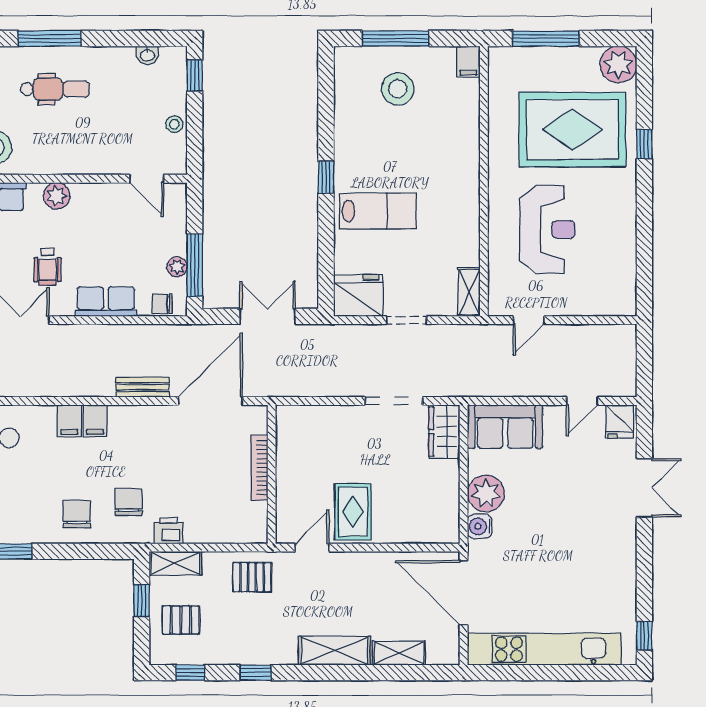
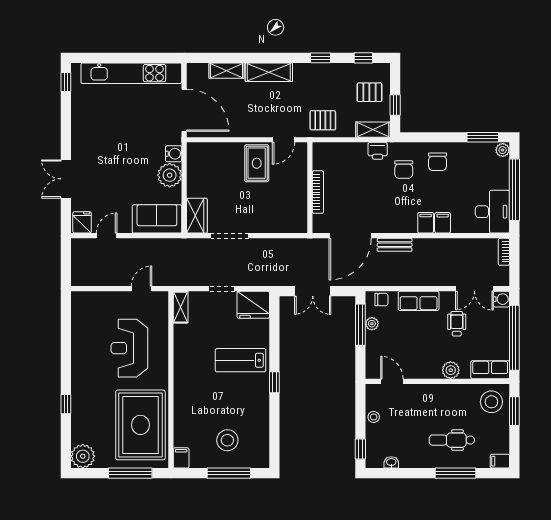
rug: (572, 130) -> (140, 425), moved, turned 90

